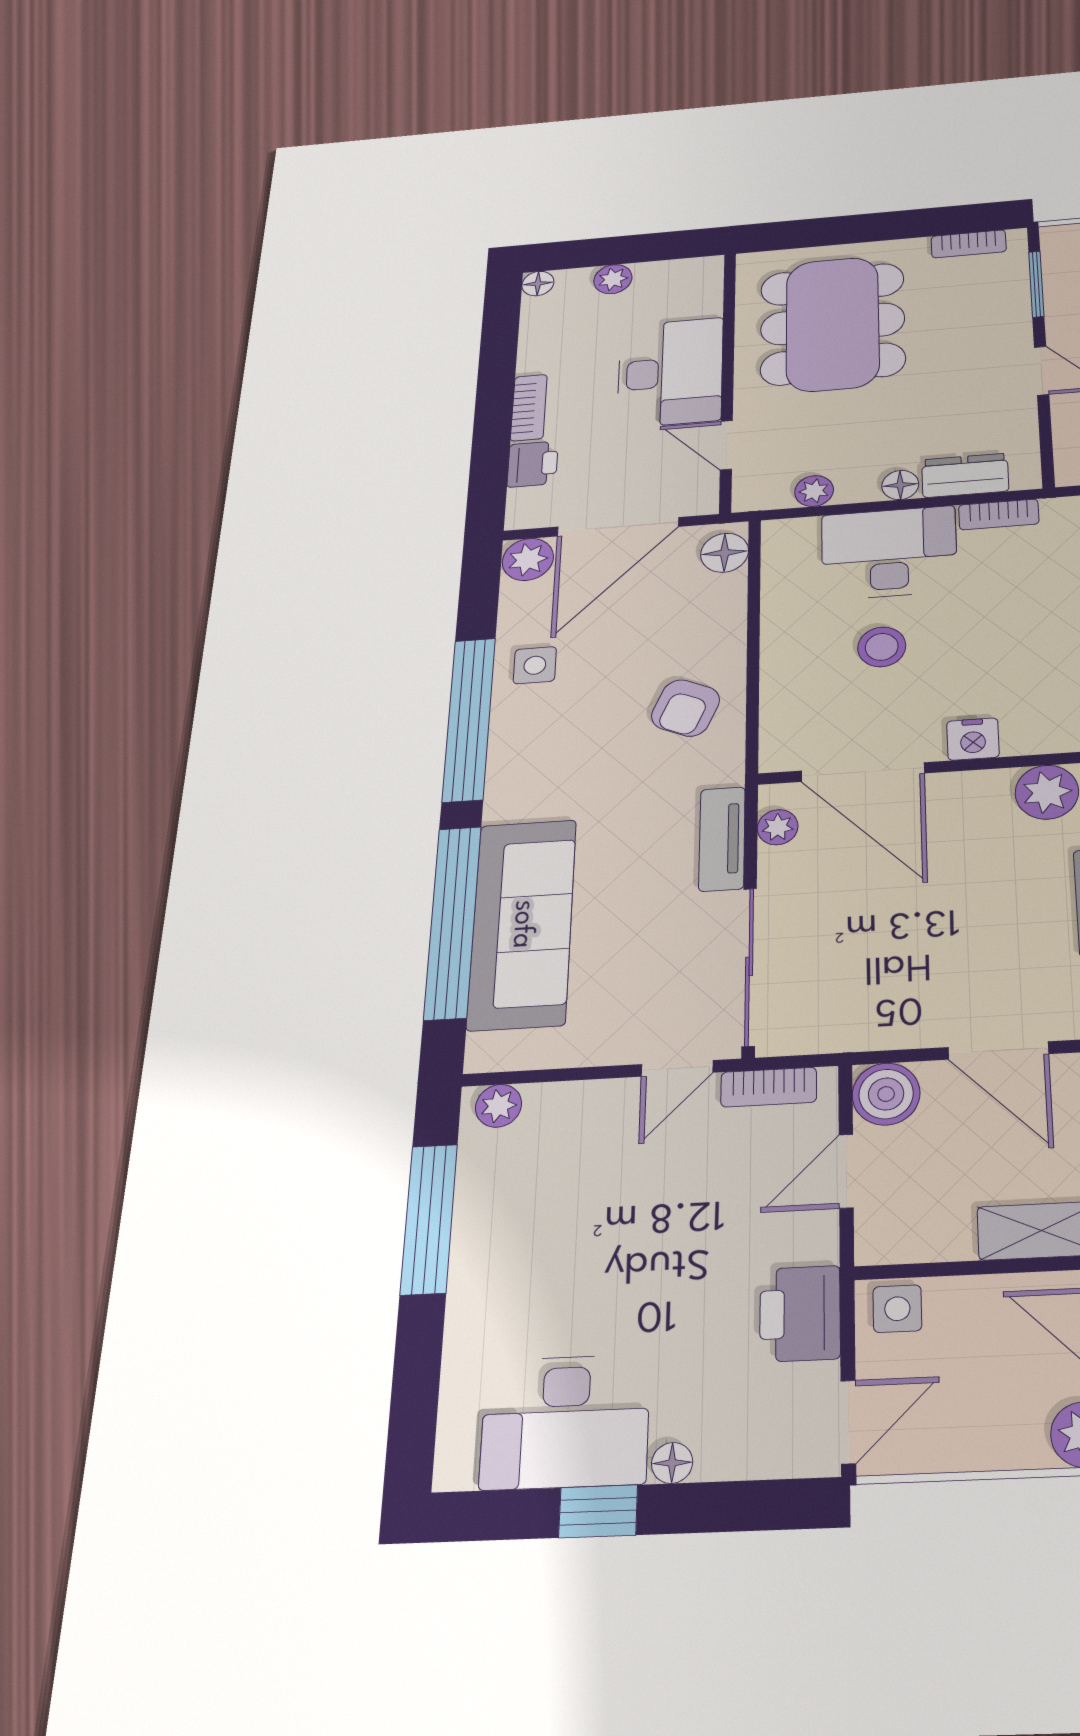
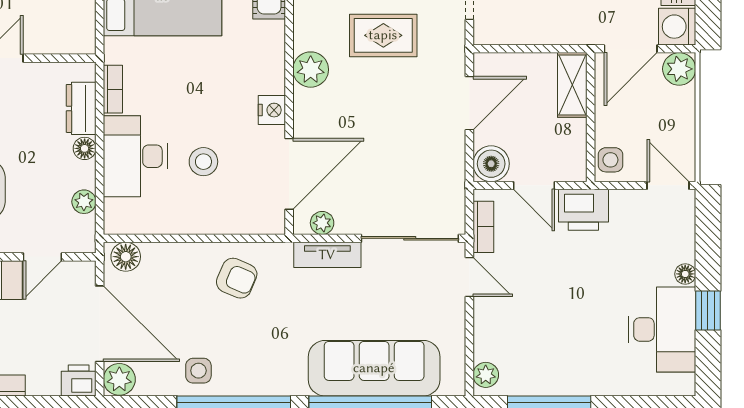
printer: (533, 464) -> (79, 381), moved
printer: (800, 1314) -> (583, 210), moved

